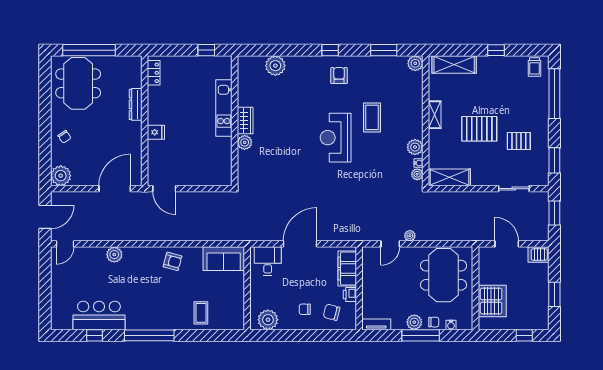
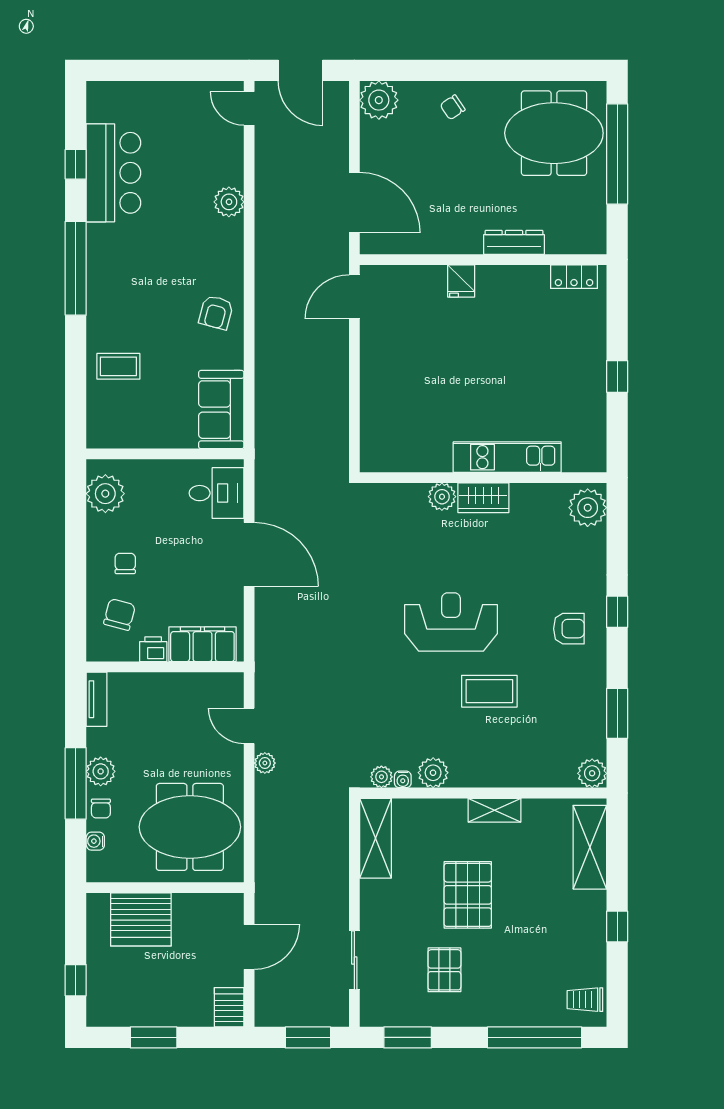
kitchen unit: (224, 108) -> (507, 457), moved
wall: (235, 121) -> (483, 478), moved
wardrobe: (245, 121) -> (483, 498), moved
plant: (245, 142) -> (442, 497), moved

